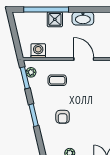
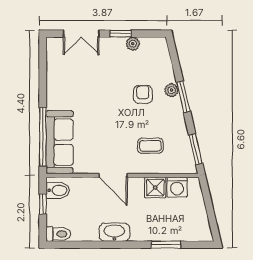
window: (46, 10) -> (166, 245), width x0.47
shower: (55, 19) -> (155, 188), moved
plant: (31, 72) -> (171, 90), moved

